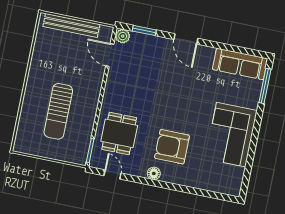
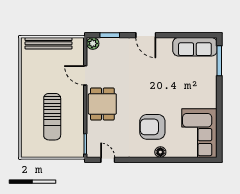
door: (110, 55) -> (85, 75), moved
dining table: (119, 133) -> (102, 104), moved
corner sofa: (231, 135) -> (199, 133), moved
floor lamp: (154, 173) -> (160, 152), moved

